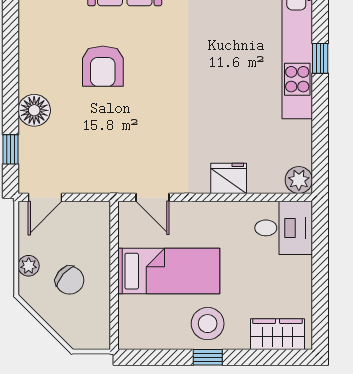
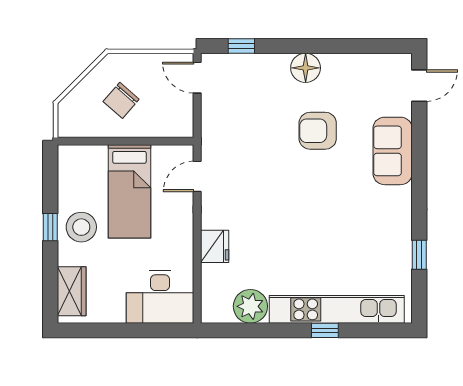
floor lamp: (34, 110) -> (306, 68), moved
plant: (299, 180) -> (250, 306), moved, width x1.36, depth x1.36
desk: (284, 228) -> (160, 297), width x1.37
plant: (29, 266) -> (134, 63), removed

